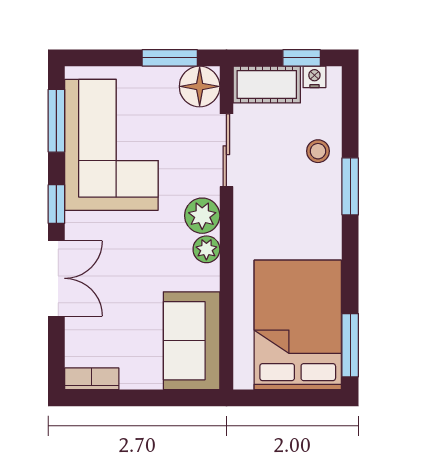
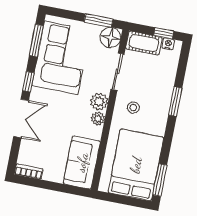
stool: (318, 151) -> (133, 108), moved

